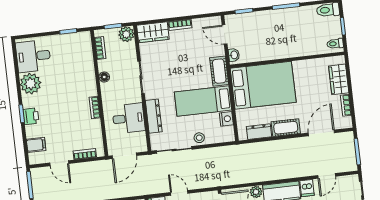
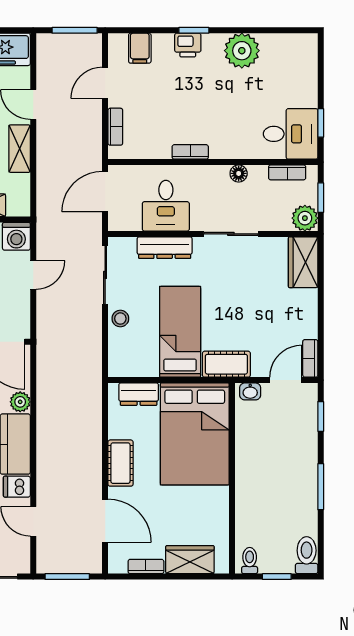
bookcase: (180, 25) -> (310, 358), moved
desk: (33, 56) -> (291, 134), moved, turned 90
nightstand: (226, 119) -> (146, 367), removed
dresser: (259, 132) -> (139, 394), moved, turned 90
door: (124, 156) -> (105, 192), hinge flipped

